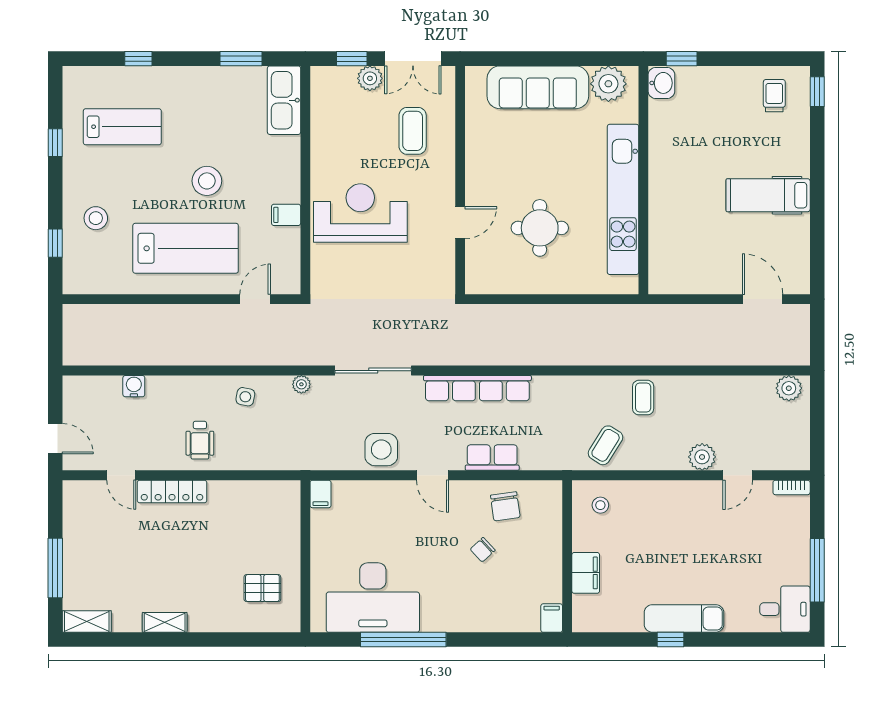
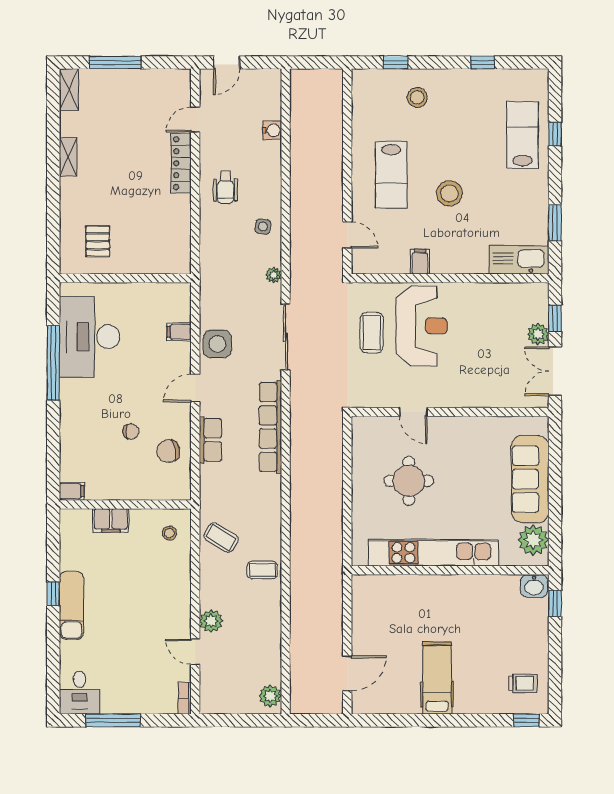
lab bench: (122, 127) -> (522, 135), moved, turned 180
coffee table: (413, 131) -> (372, 333), moved, turned 90
lab bench: (186, 248) -> (391, 175), width x0.73, depth x0.72
wheelchair: (200, 440) -> (225, 187), turned -90
filing cabinet: (320, 494) -> (179, 332), moved
chair: (483, 550) -> (131, 431), turned 133

